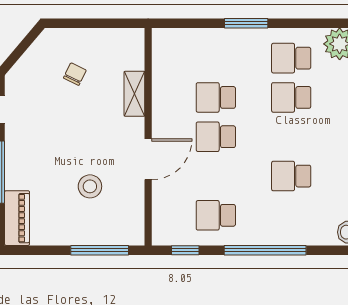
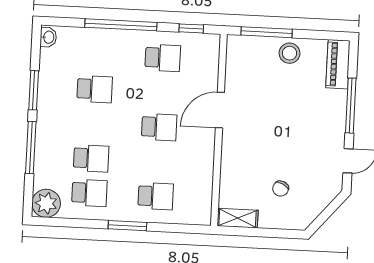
shelving: (134, 94) -> (238, 218), moved, turned 90
school desk: (216, 97) -> (156, 196), moved
stool: (90, 186) -> (290, 53), moved

